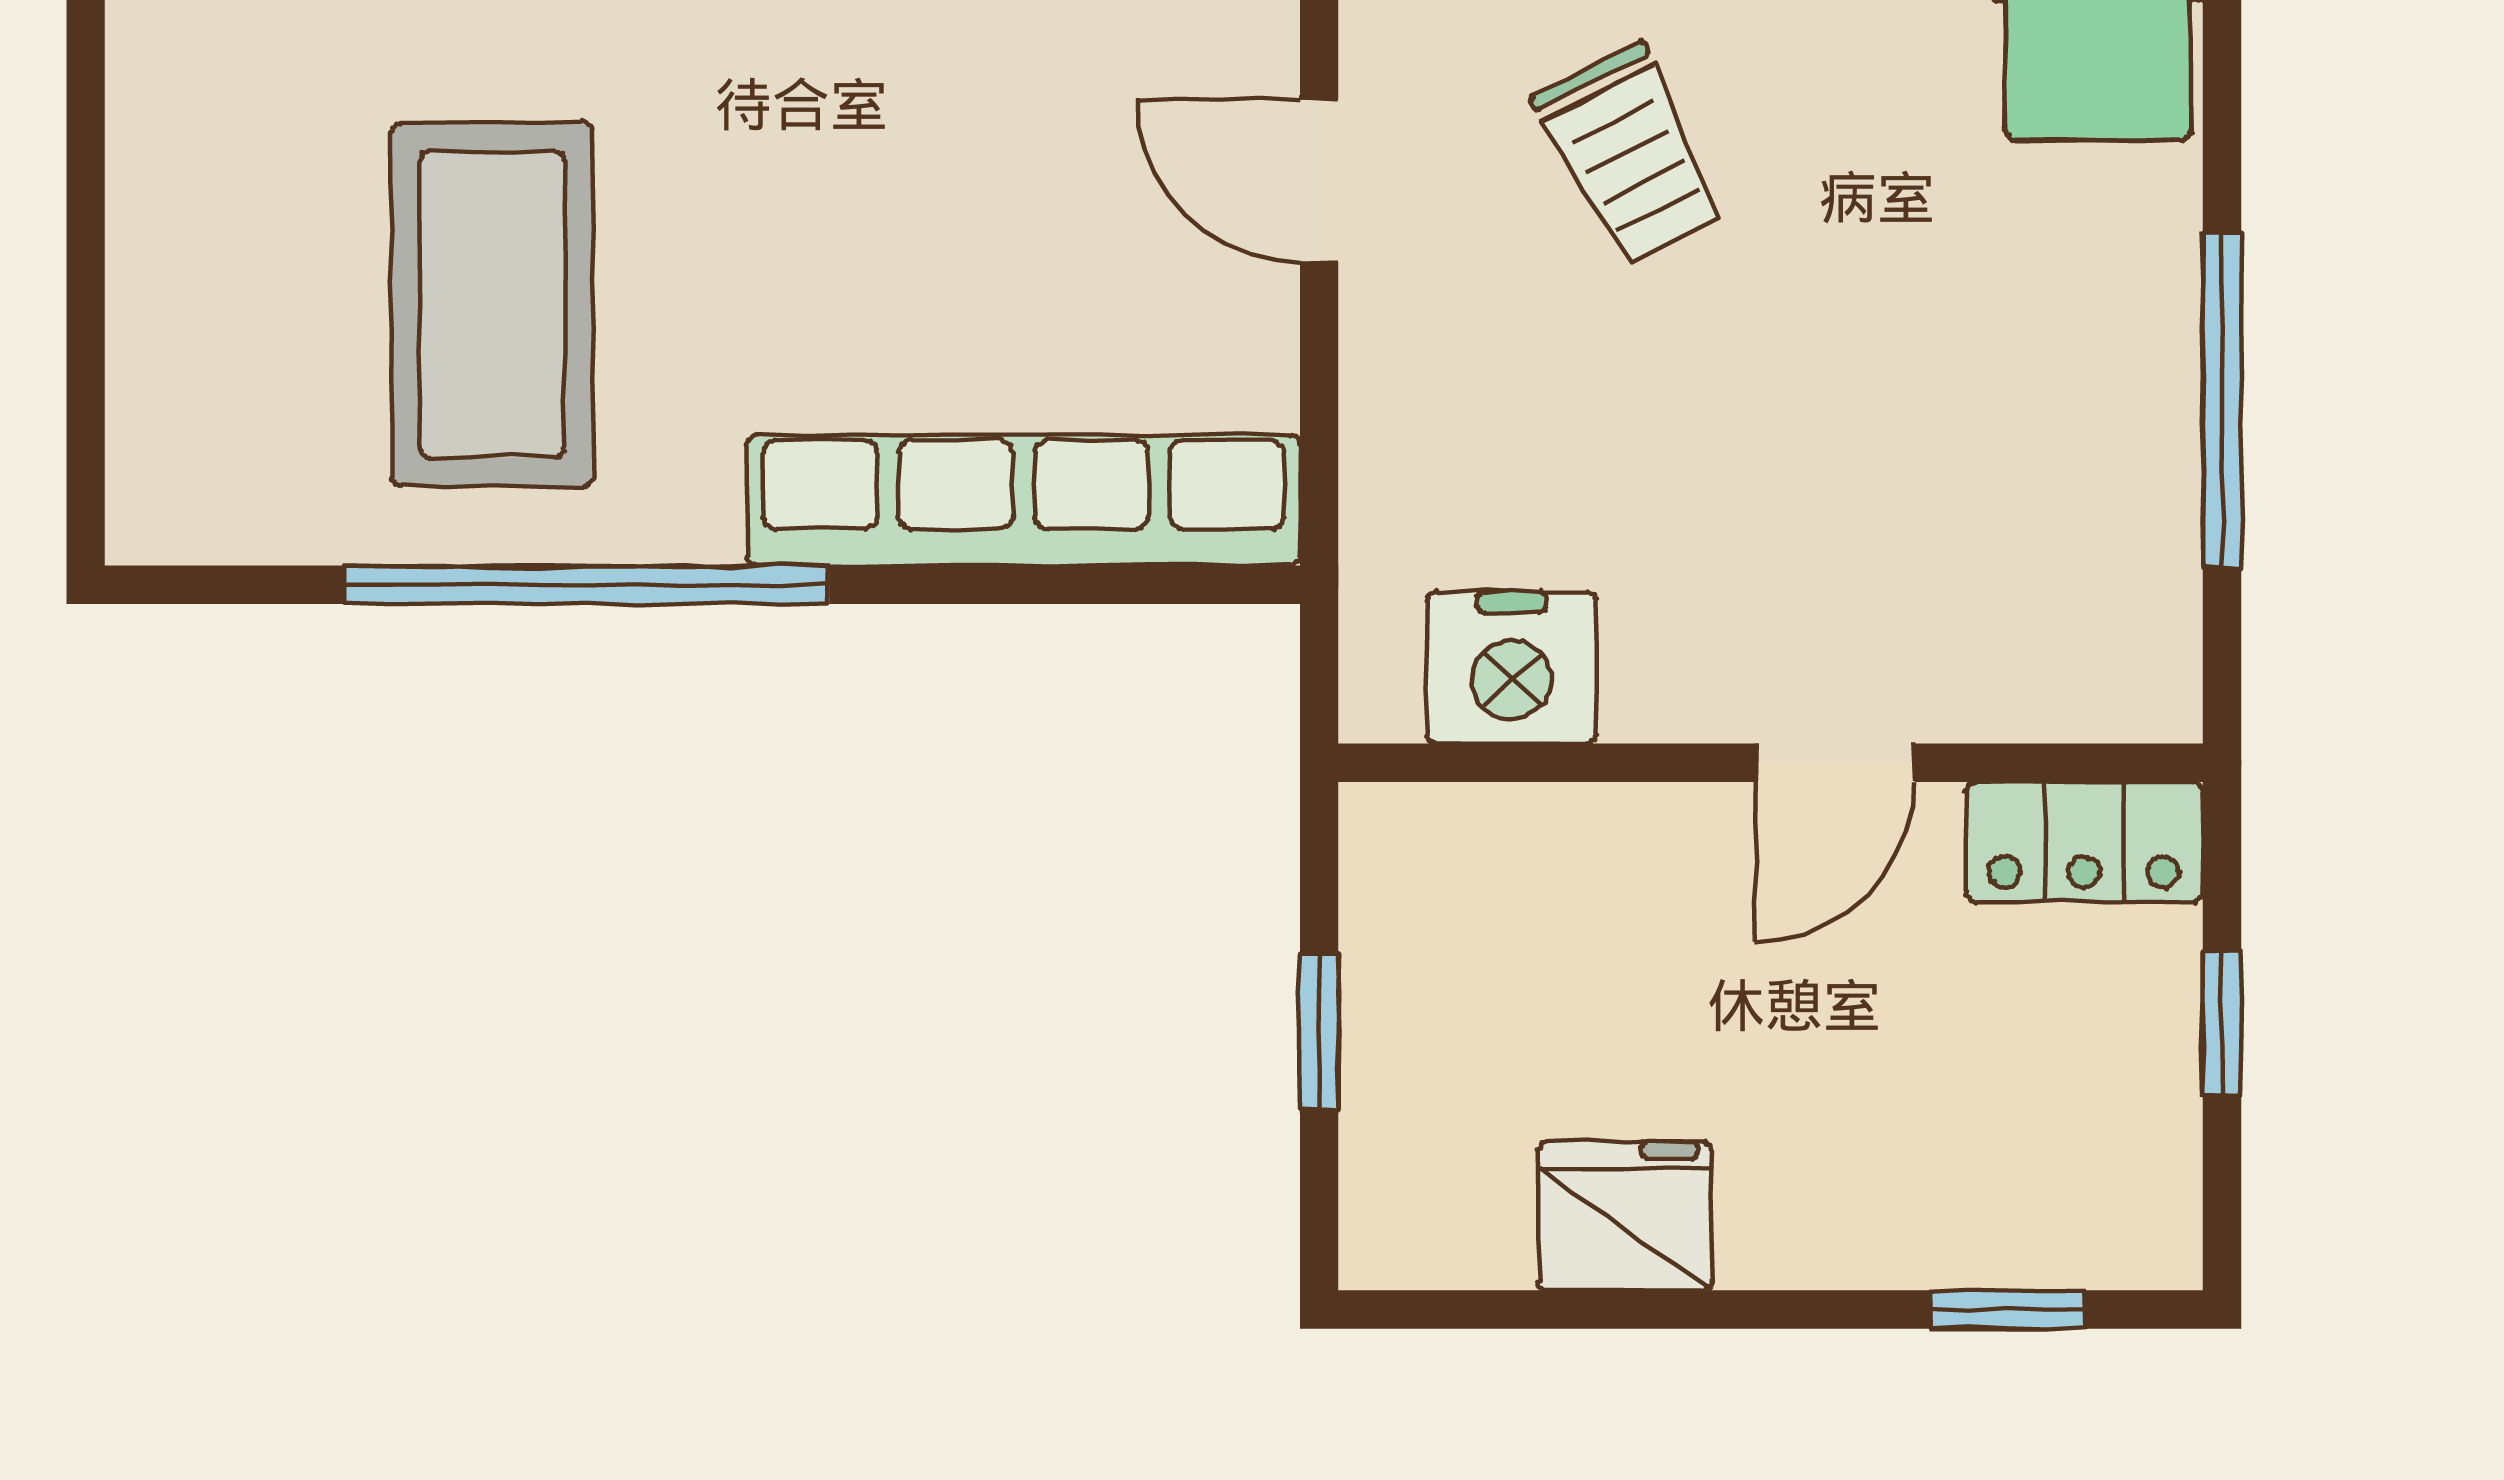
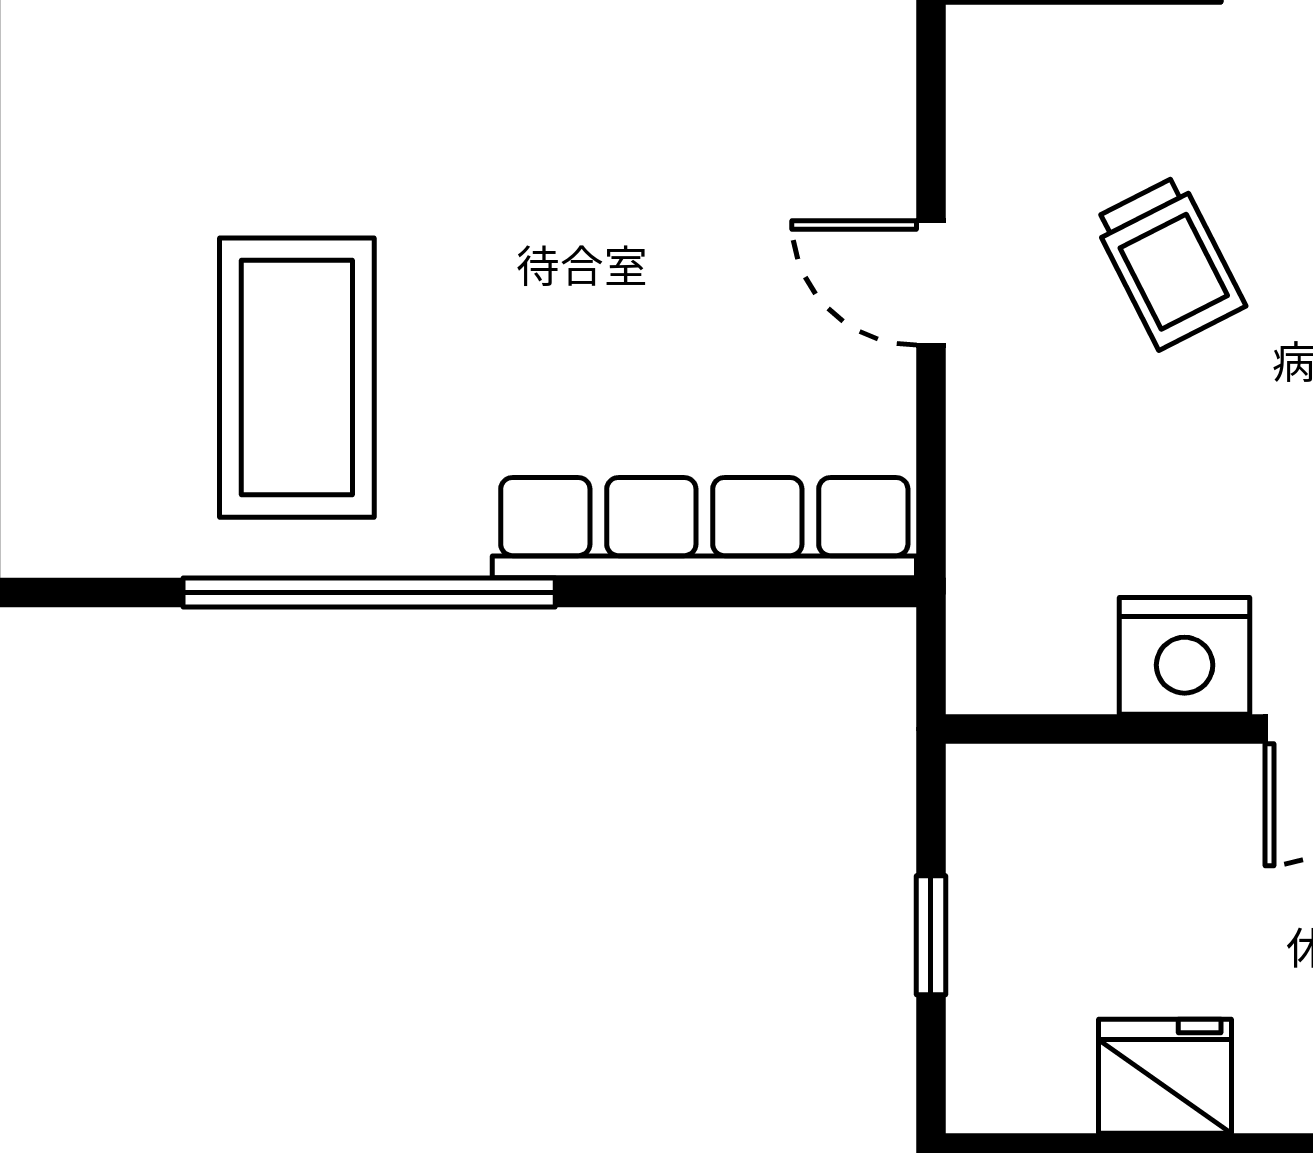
nightstand: (1512, 667) -> (1185, 656), moved

